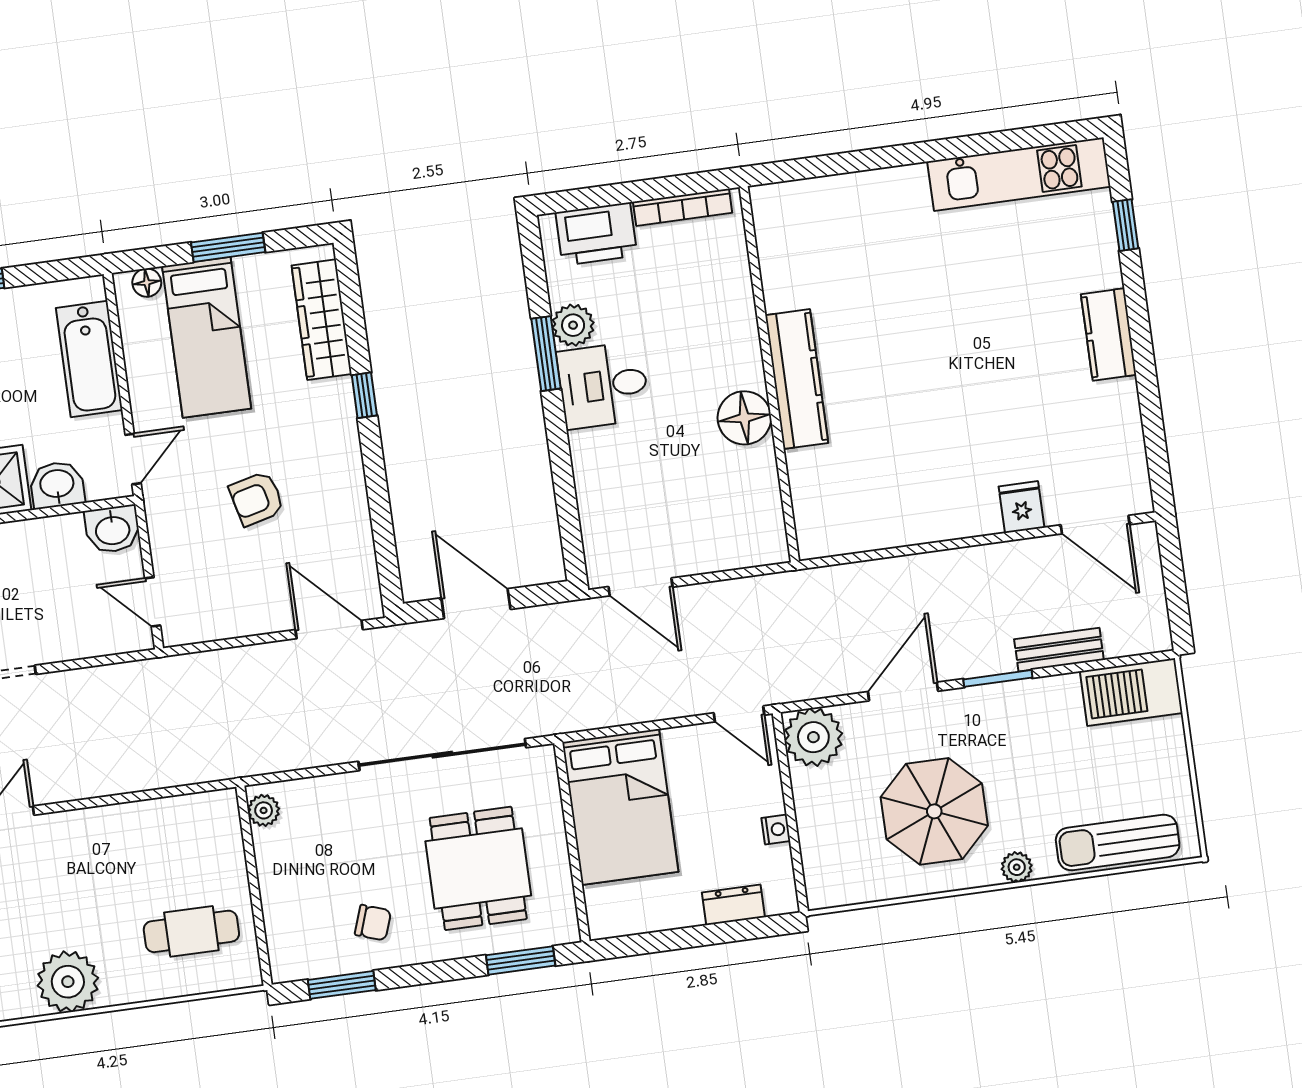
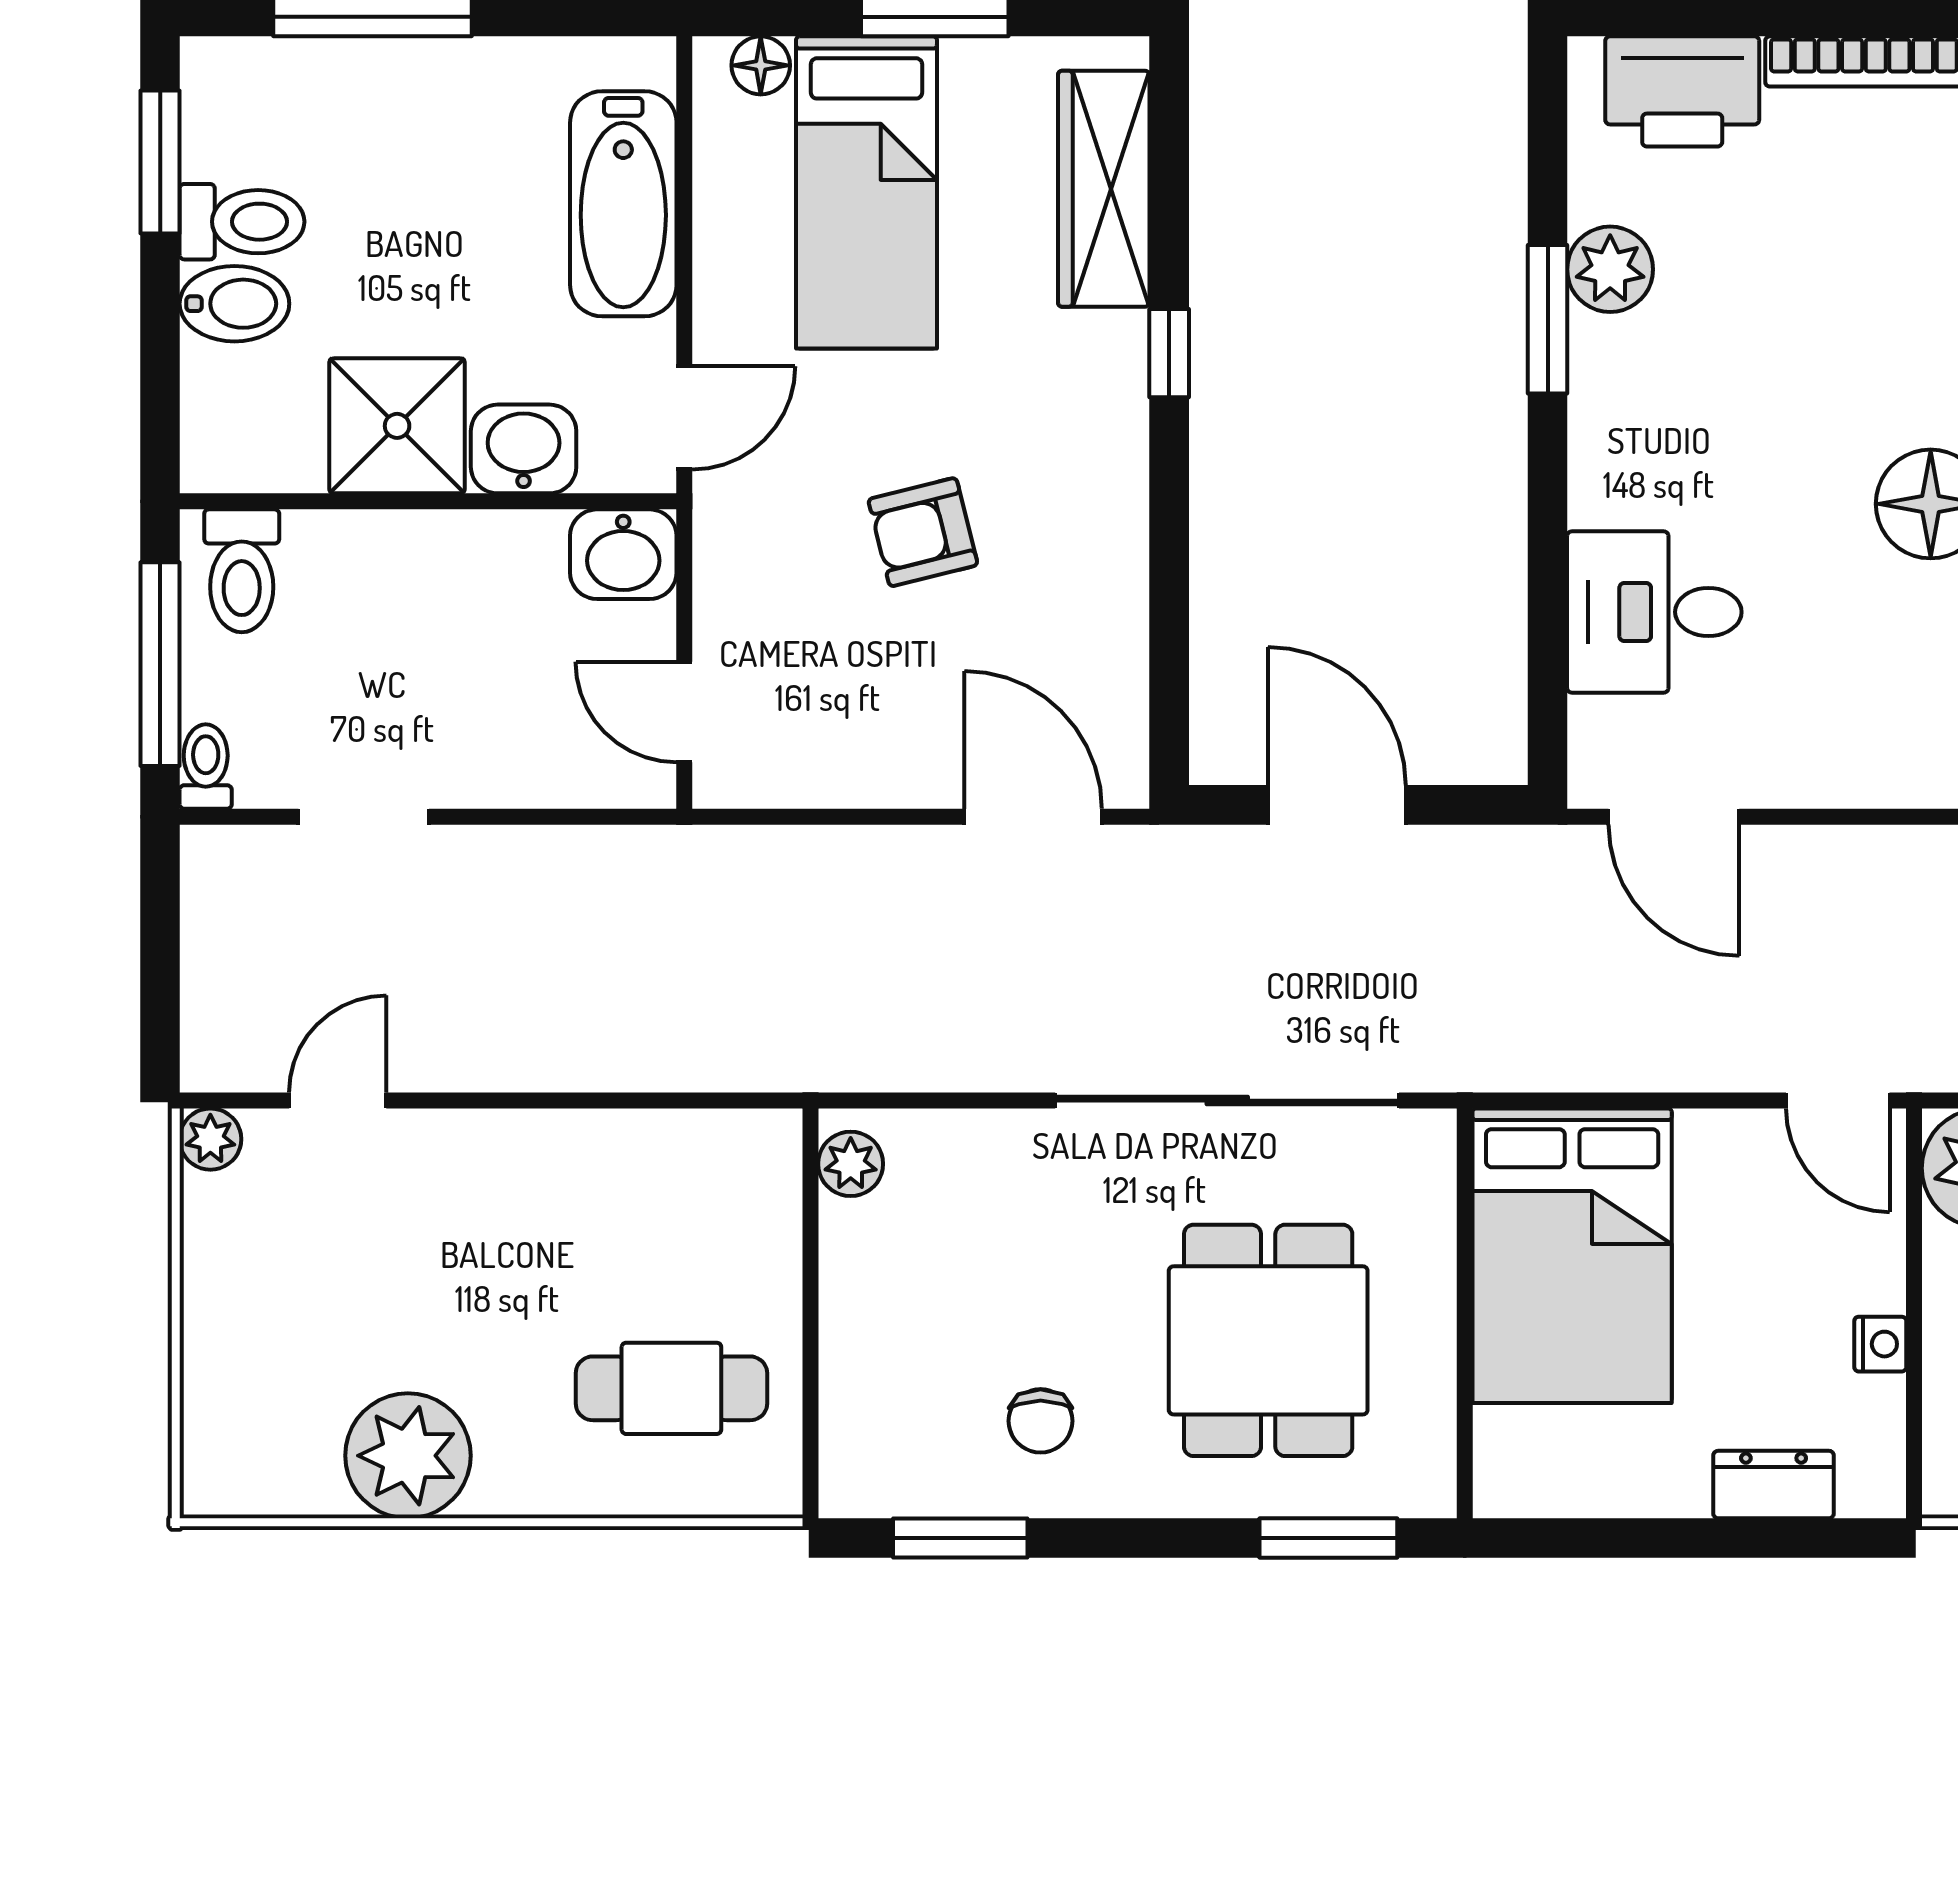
desk: (603, 385) -> (1654, 612), moved
chair: (373, 923) -> (1041, 1421), turned 71

